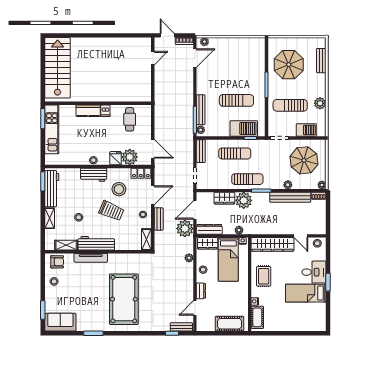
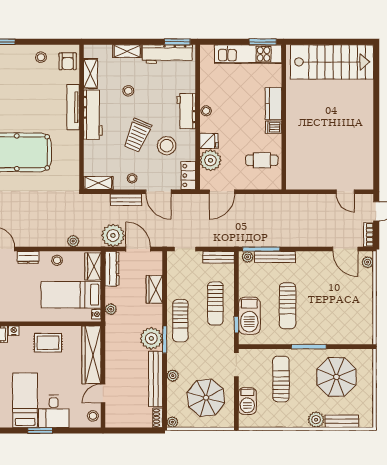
plant: (320, 103) -> (316, 420), moved
plant: (244, 200) -> (151, 338), moved

